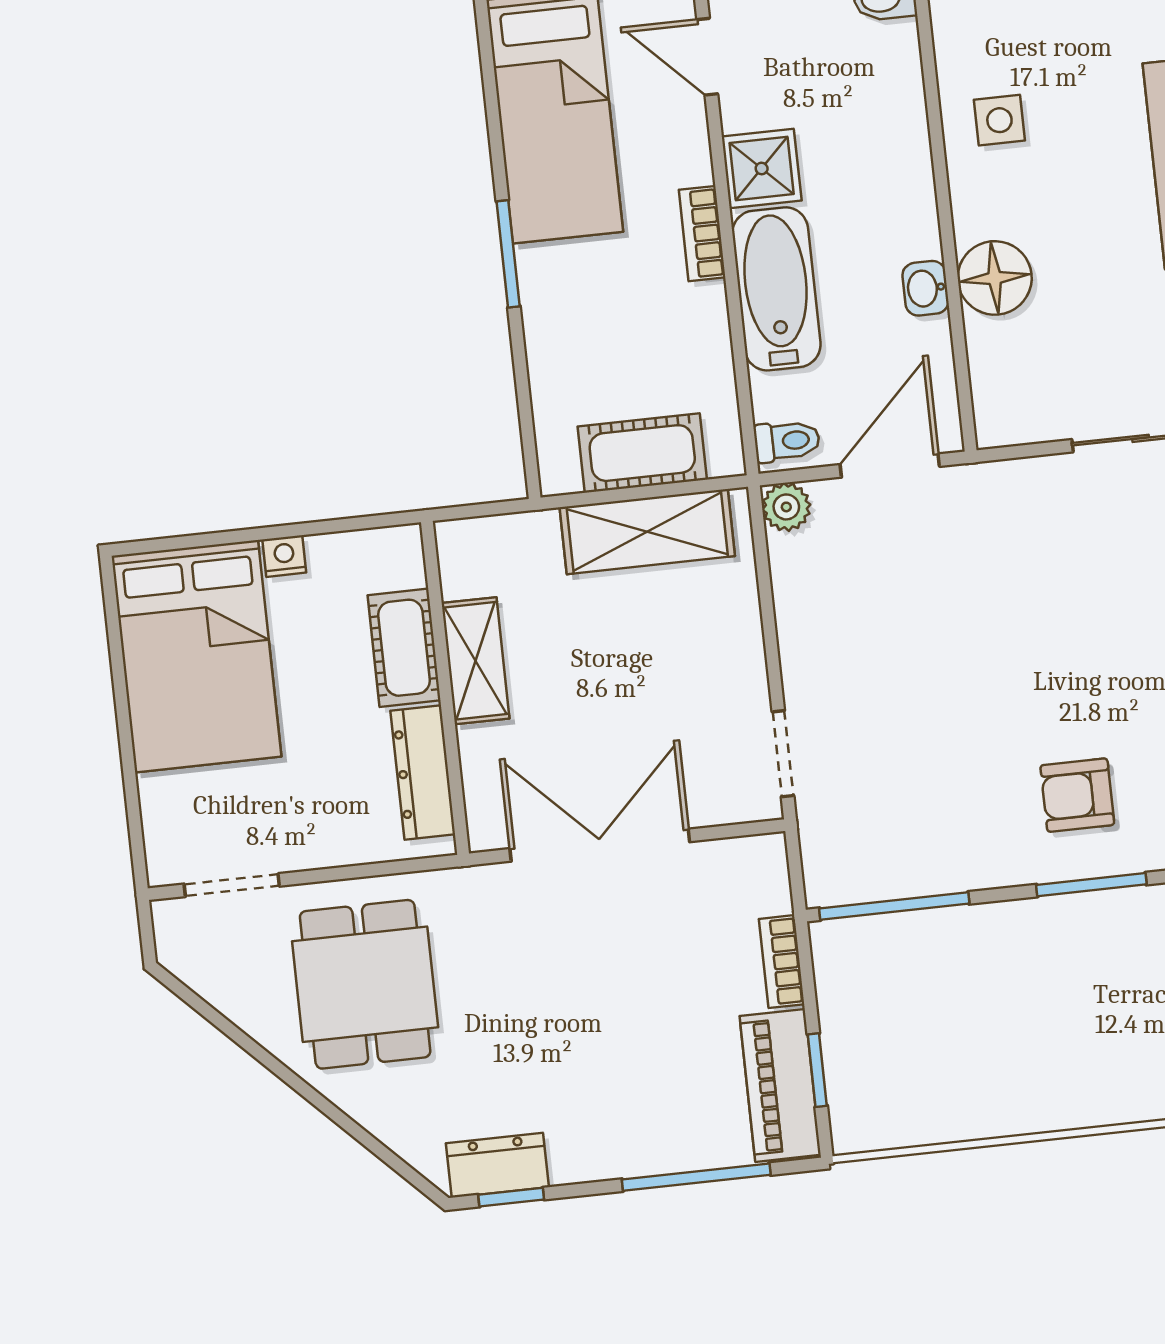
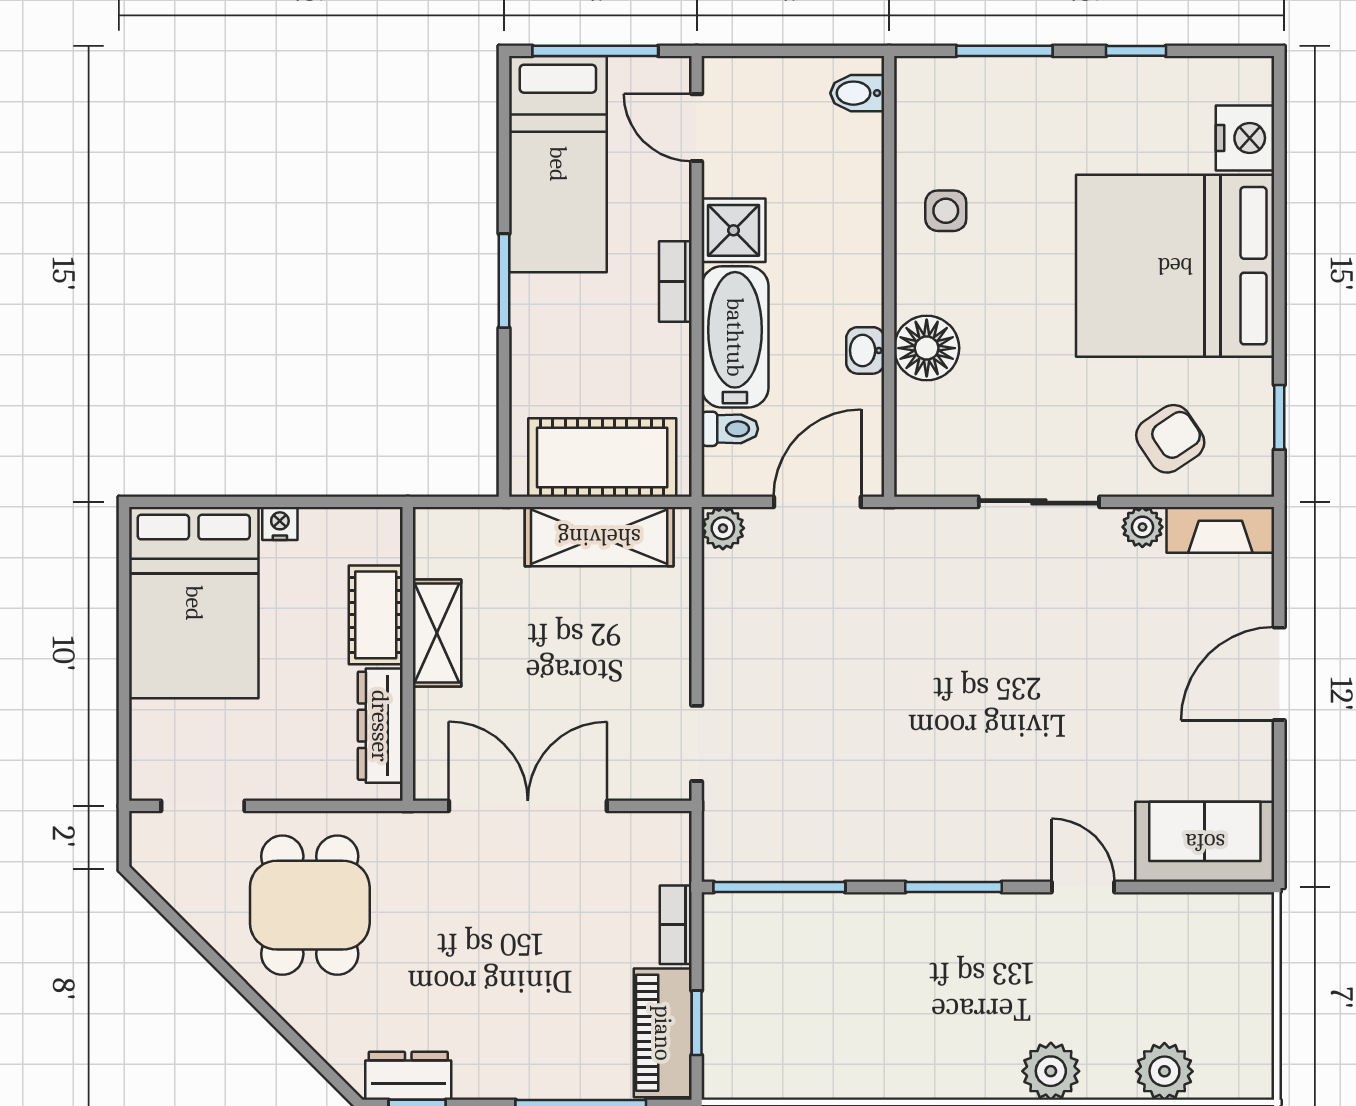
toilet: (787, 441) -> (730, 429), moved
cot: (642, 453) -> (602, 458), width x1.37, depth x1.34
armchair: (1077, 795) -> (950, 807), removed

